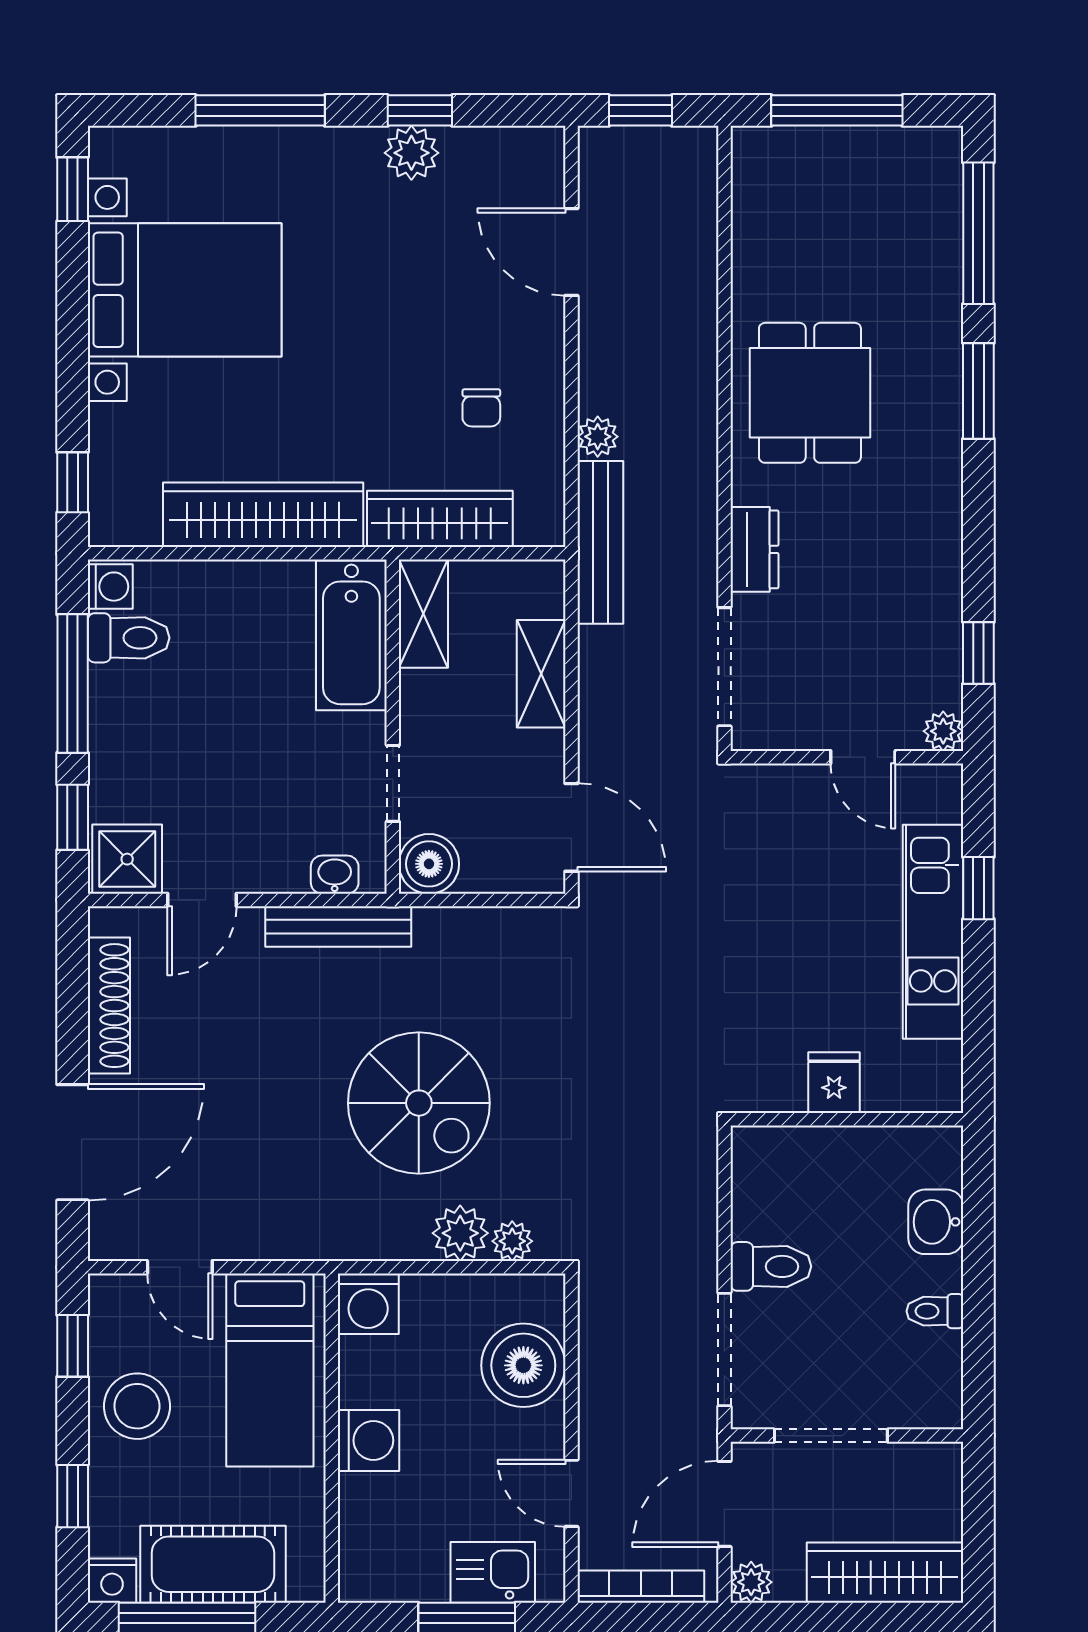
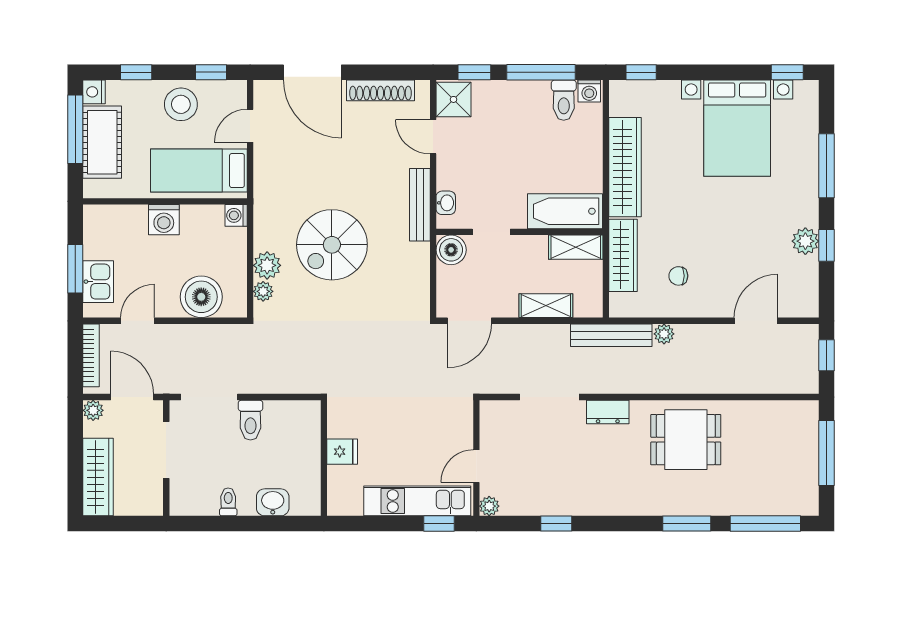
plant: (943, 731) -> (489, 506), moved
wall: (847, 757) -> (476, 458), moved
door: (863, 757) -> (476, 466), moved
washing machine: (368, 1304) -> (236, 215), width x0.73, depth x0.73

